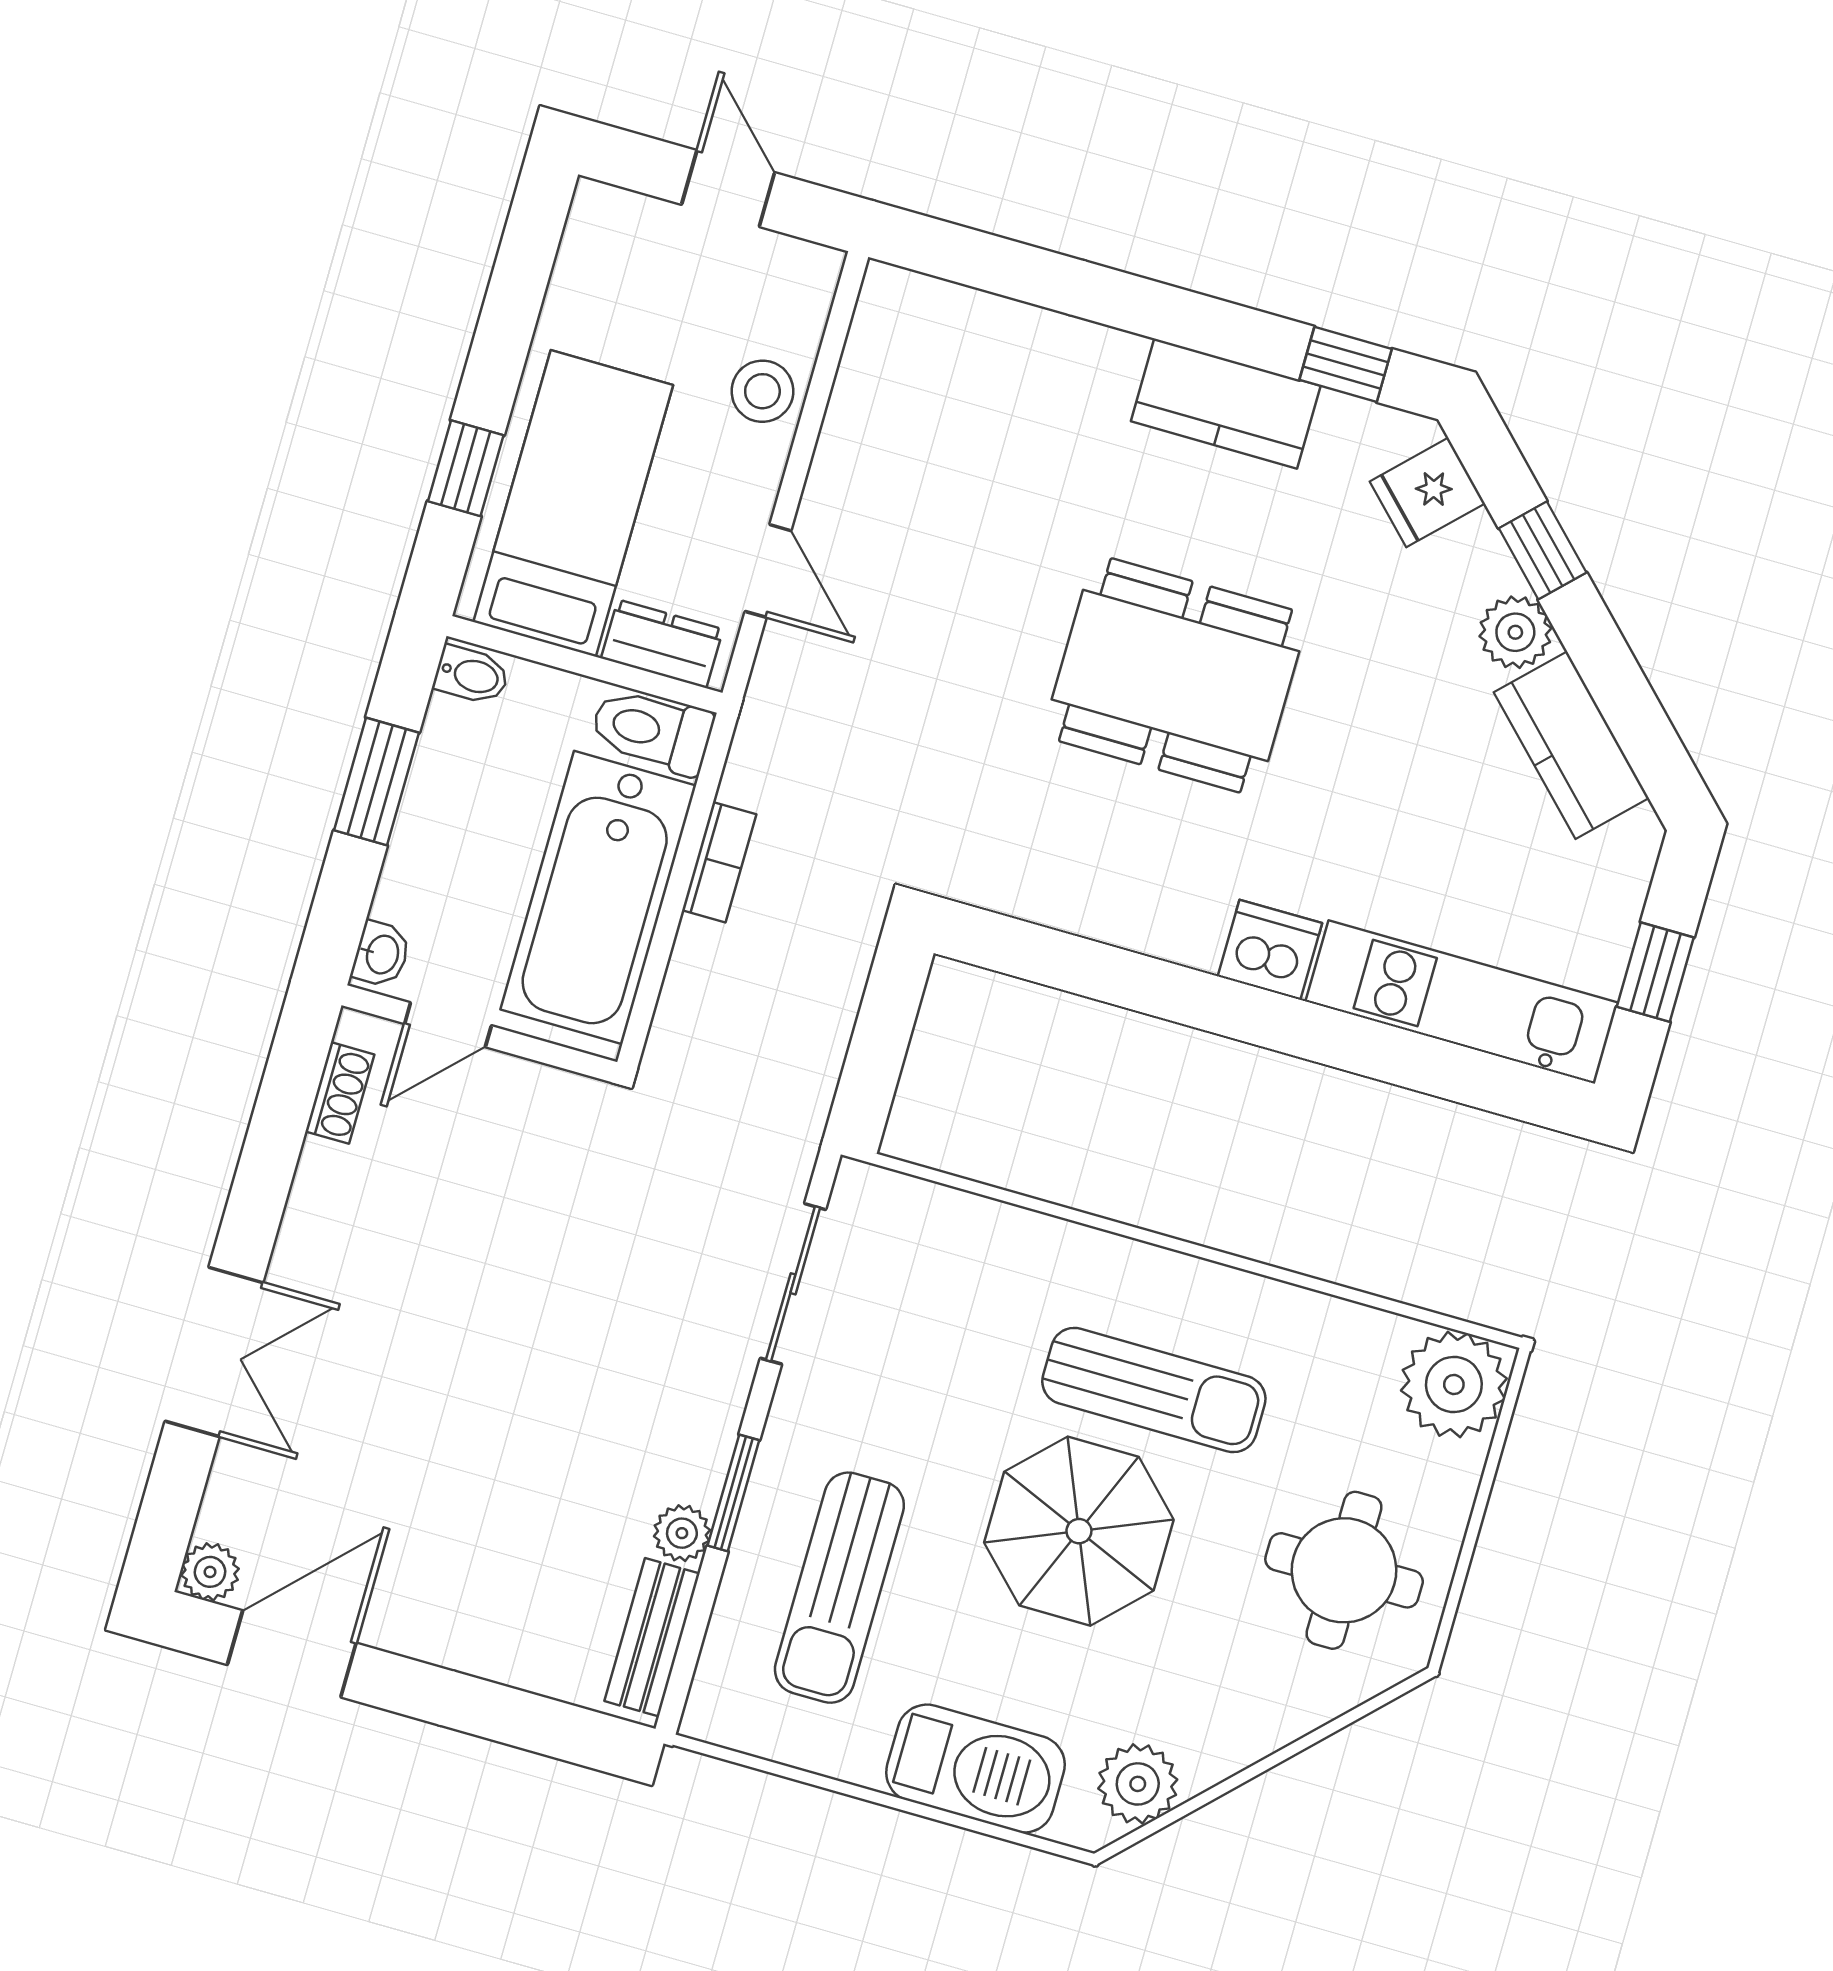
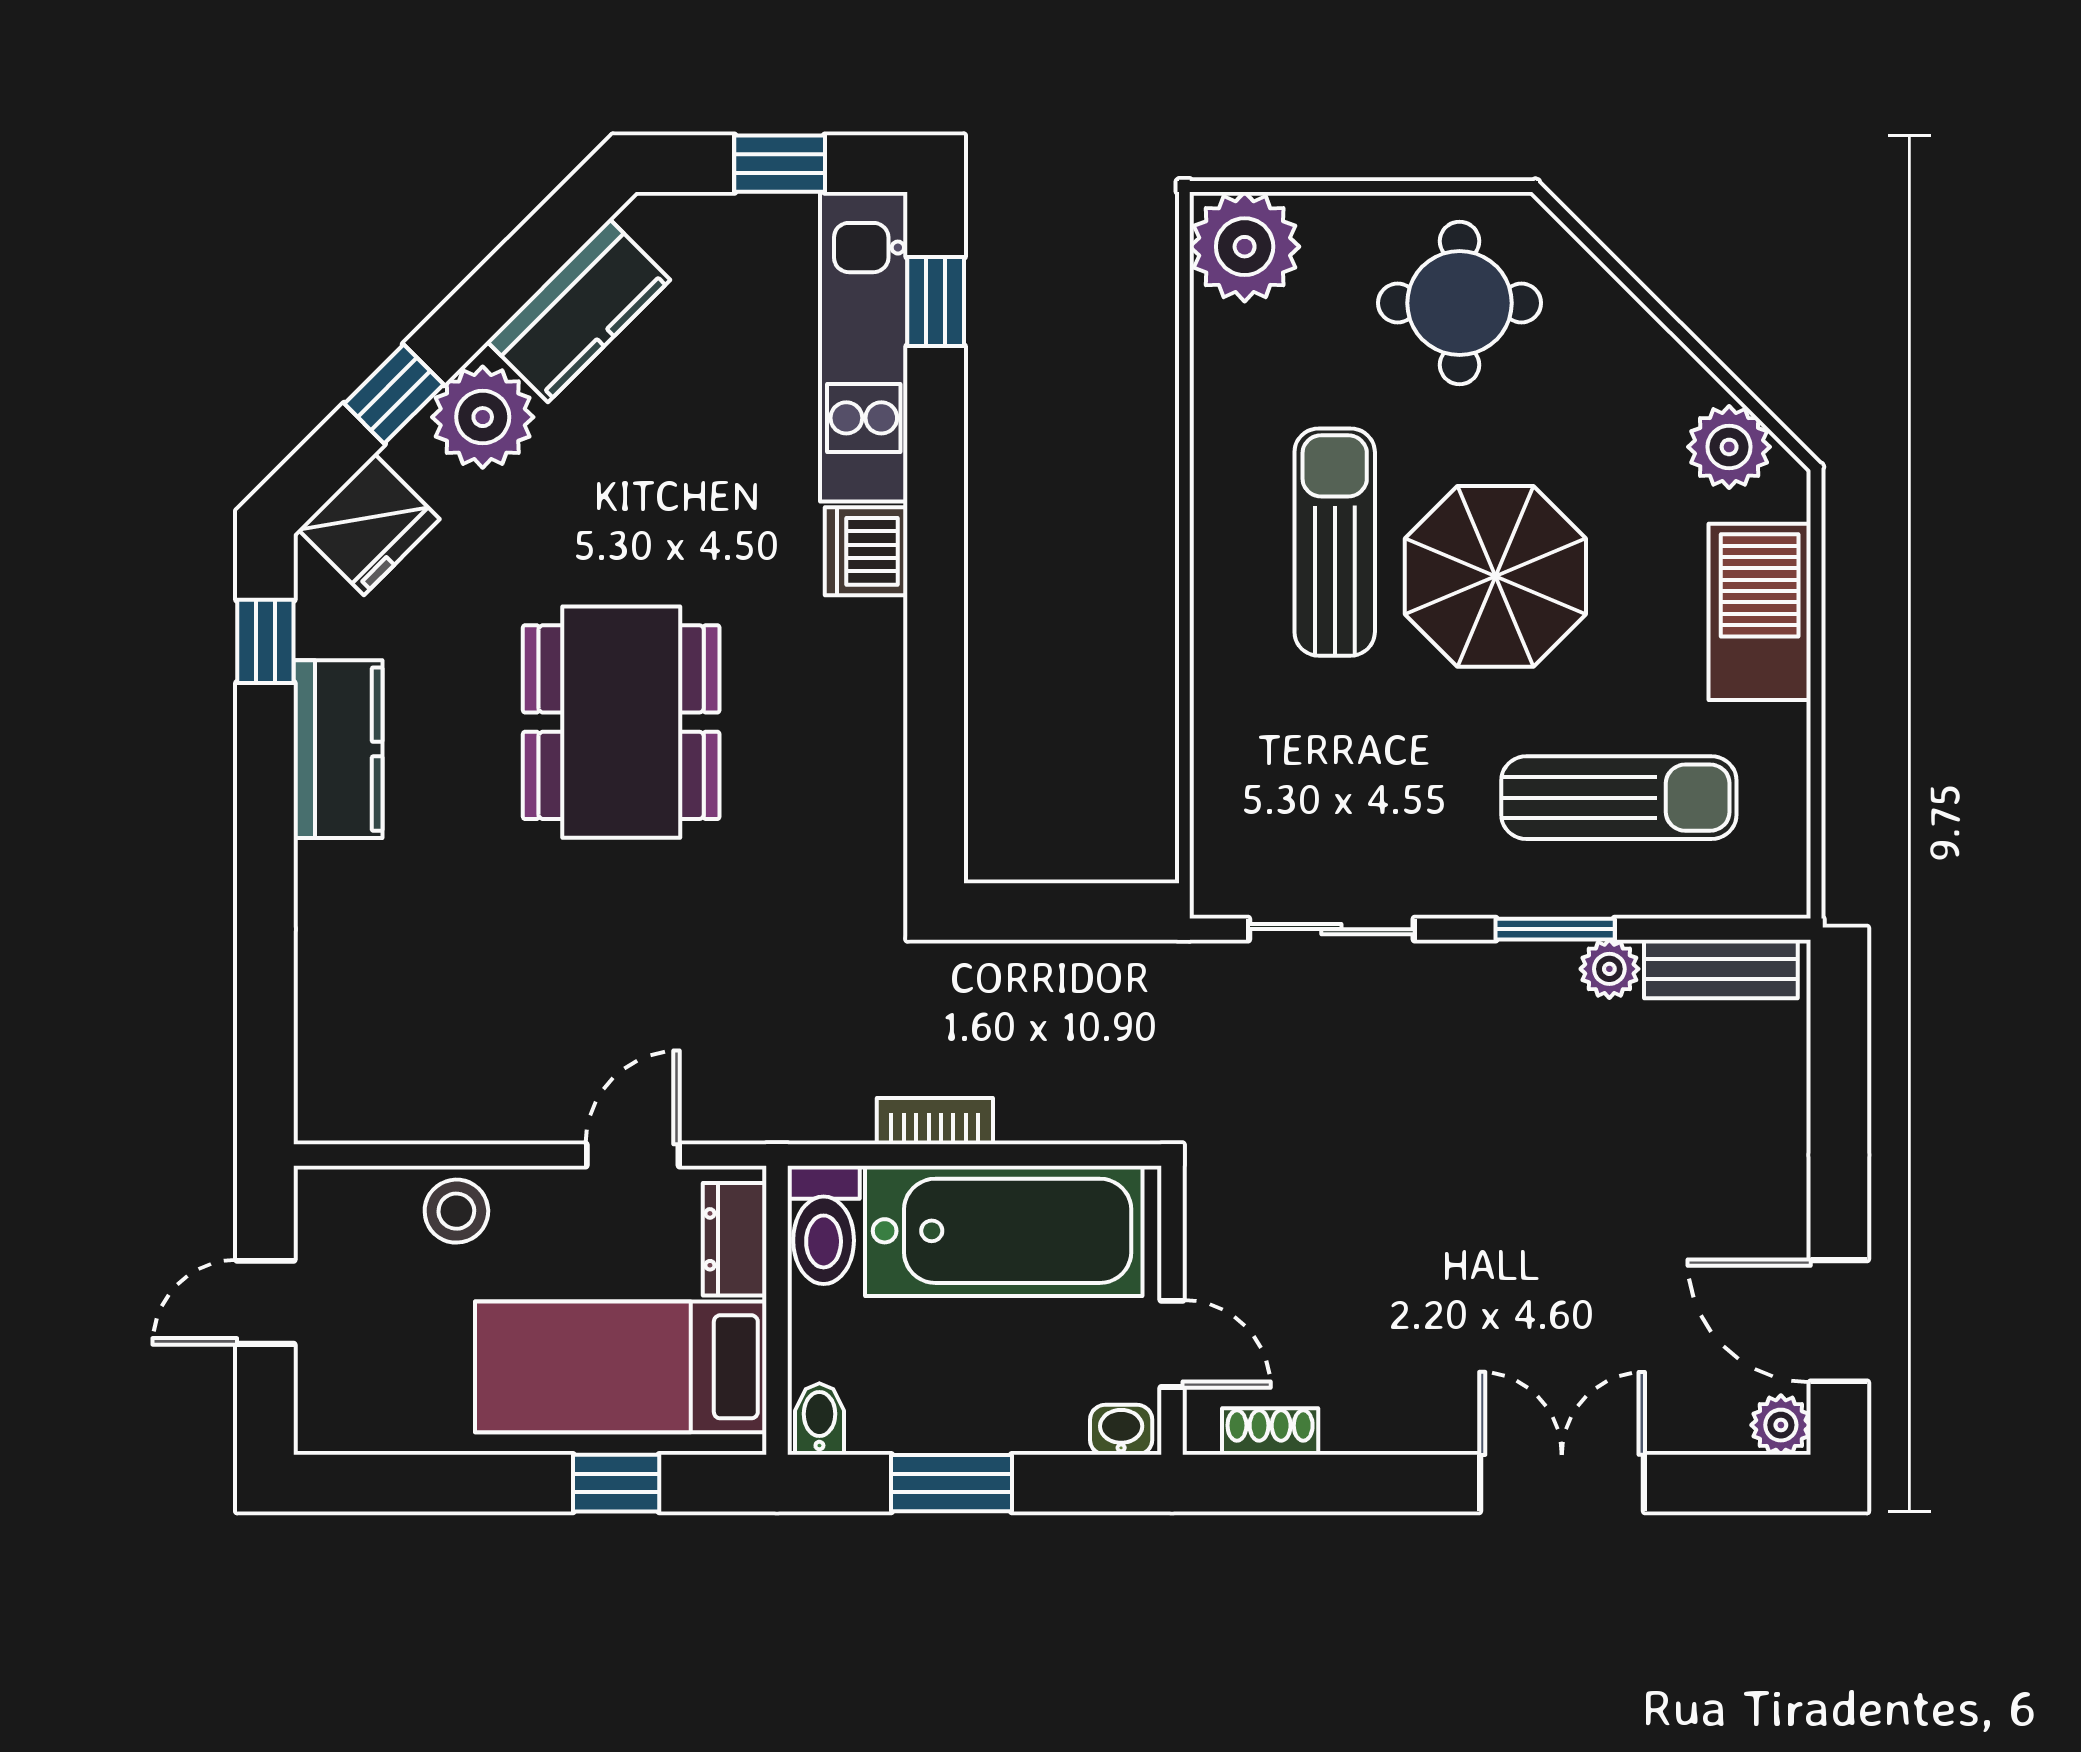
fridge: (1427, 492) -> (369, 524), width x1.38
plant: (1515, 632) -> (483, 417), width x1.36, depth x1.36
window: (1485, 1081) -> (936, 302), added

